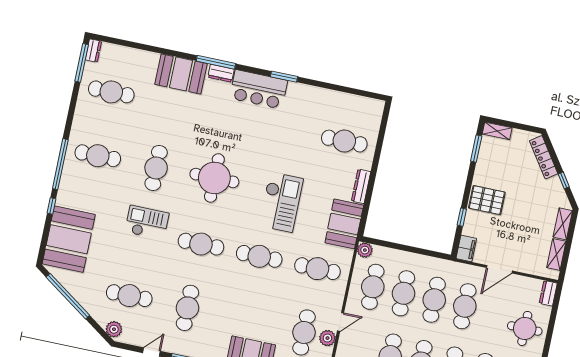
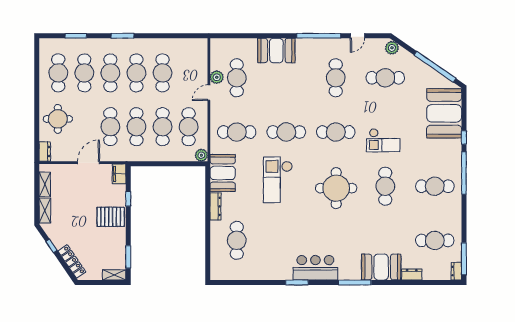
dresser: (221, 73) -> (412, 274), moved
cafe table: (344, 141) -> (237, 240), turned 90

